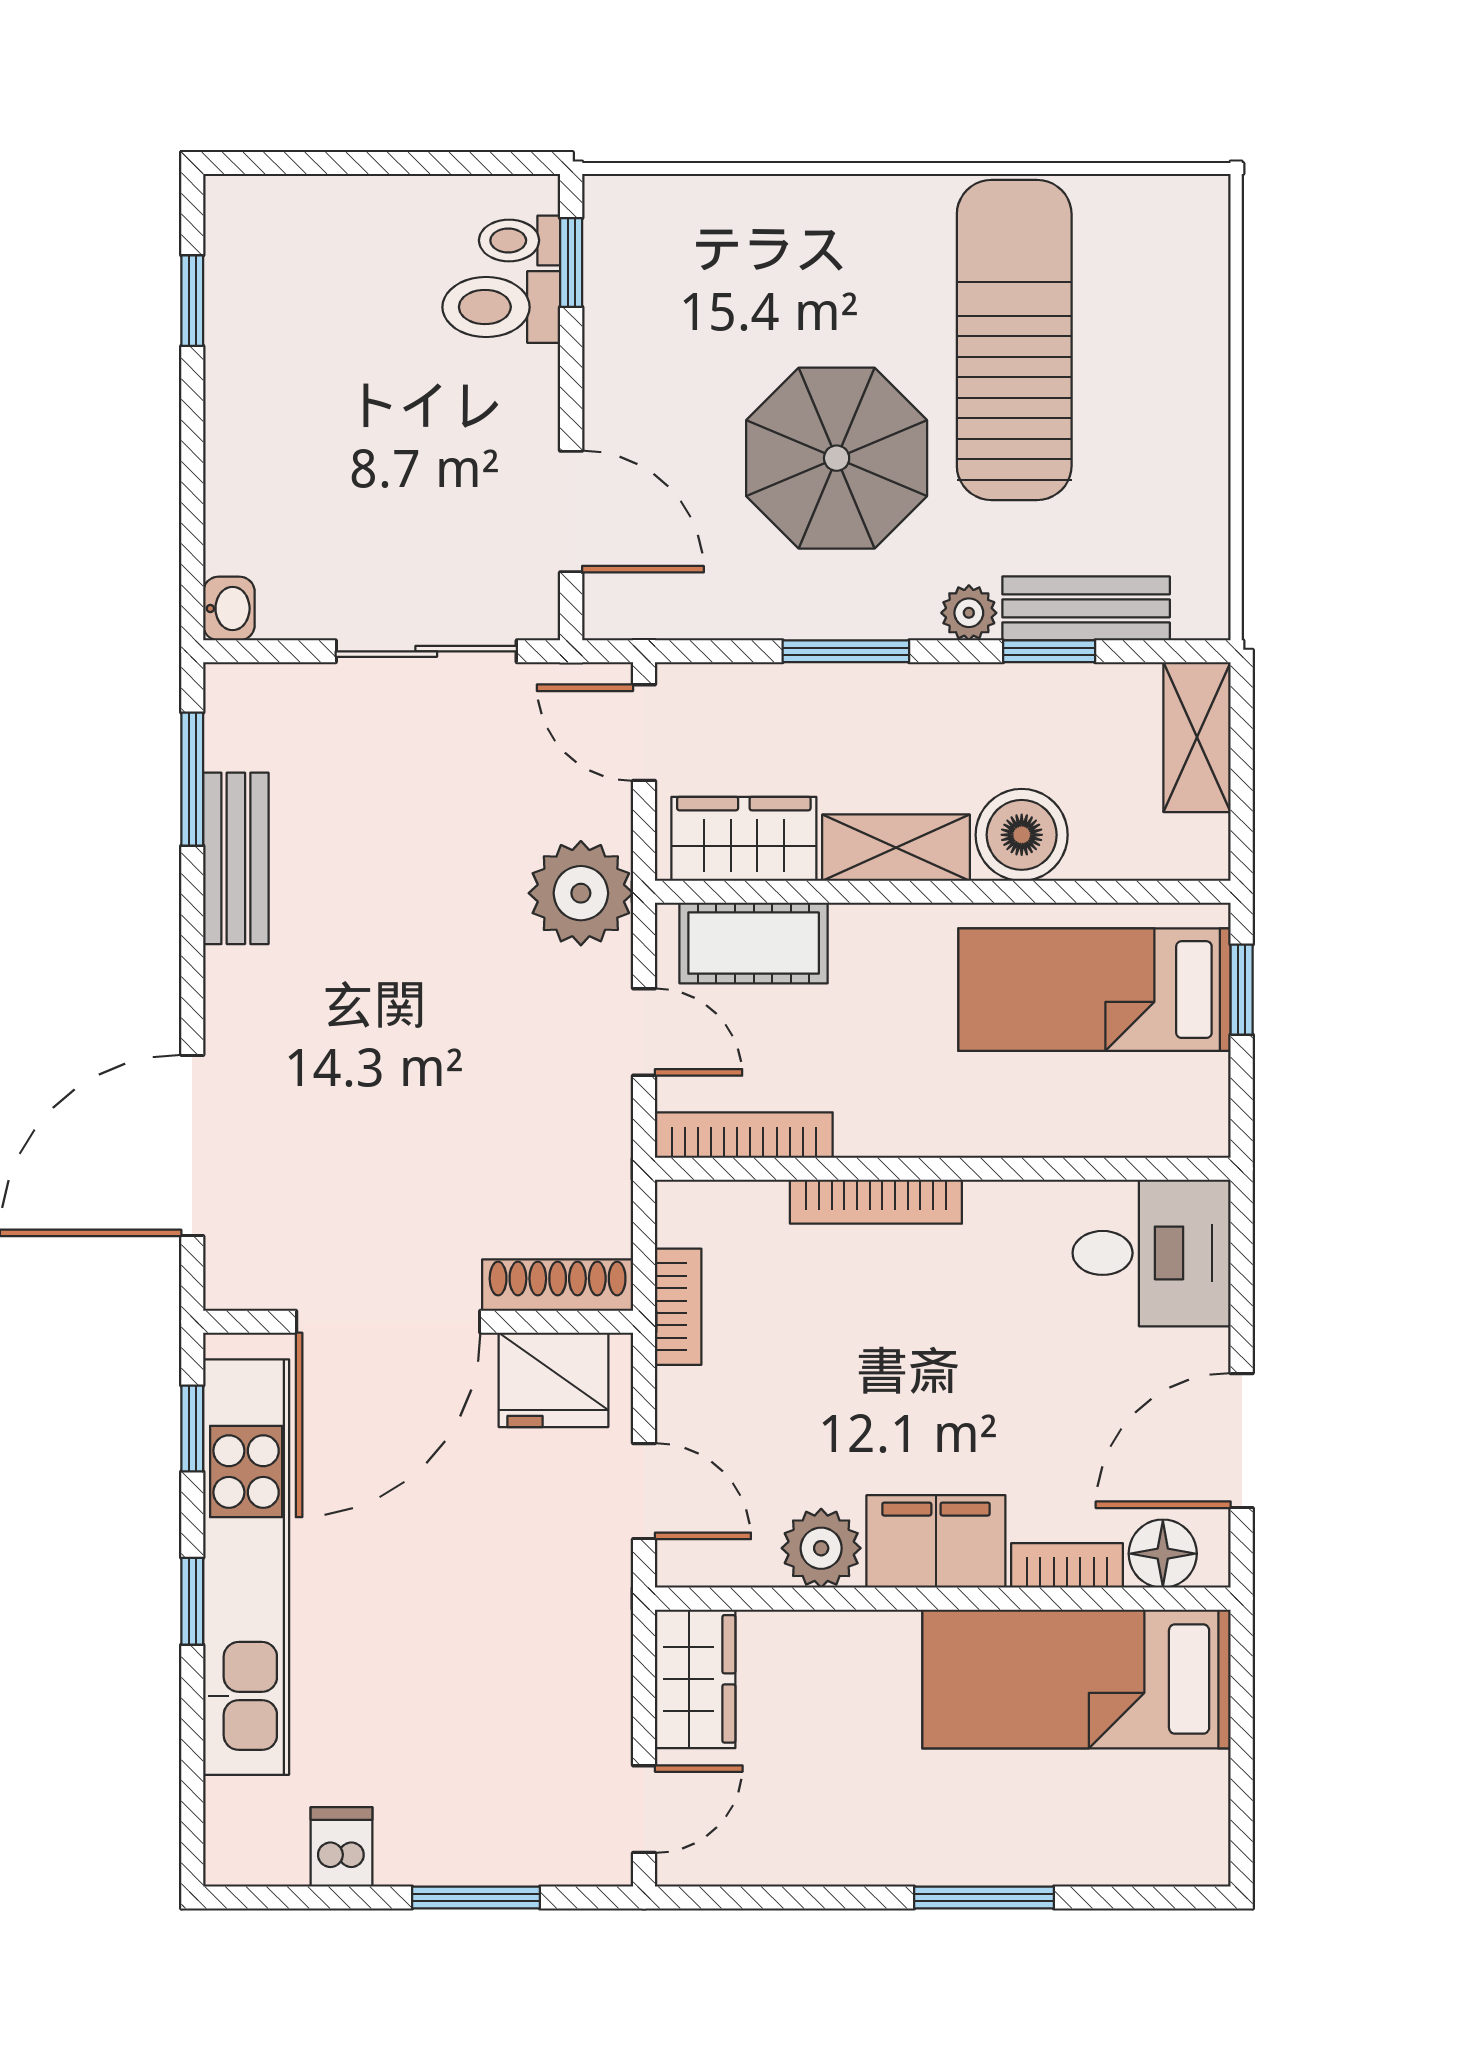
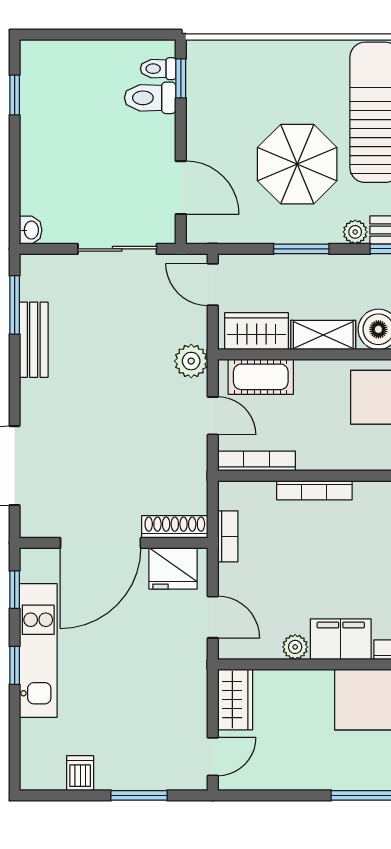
plant: (581, 893) -> (191, 361), width x0.73, depth x0.73
plant: (821, 1548) -> (295, 647), width x0.73, depth x0.73
kitchen unit: (246, 1567) -> (38, 650), width x0.73

